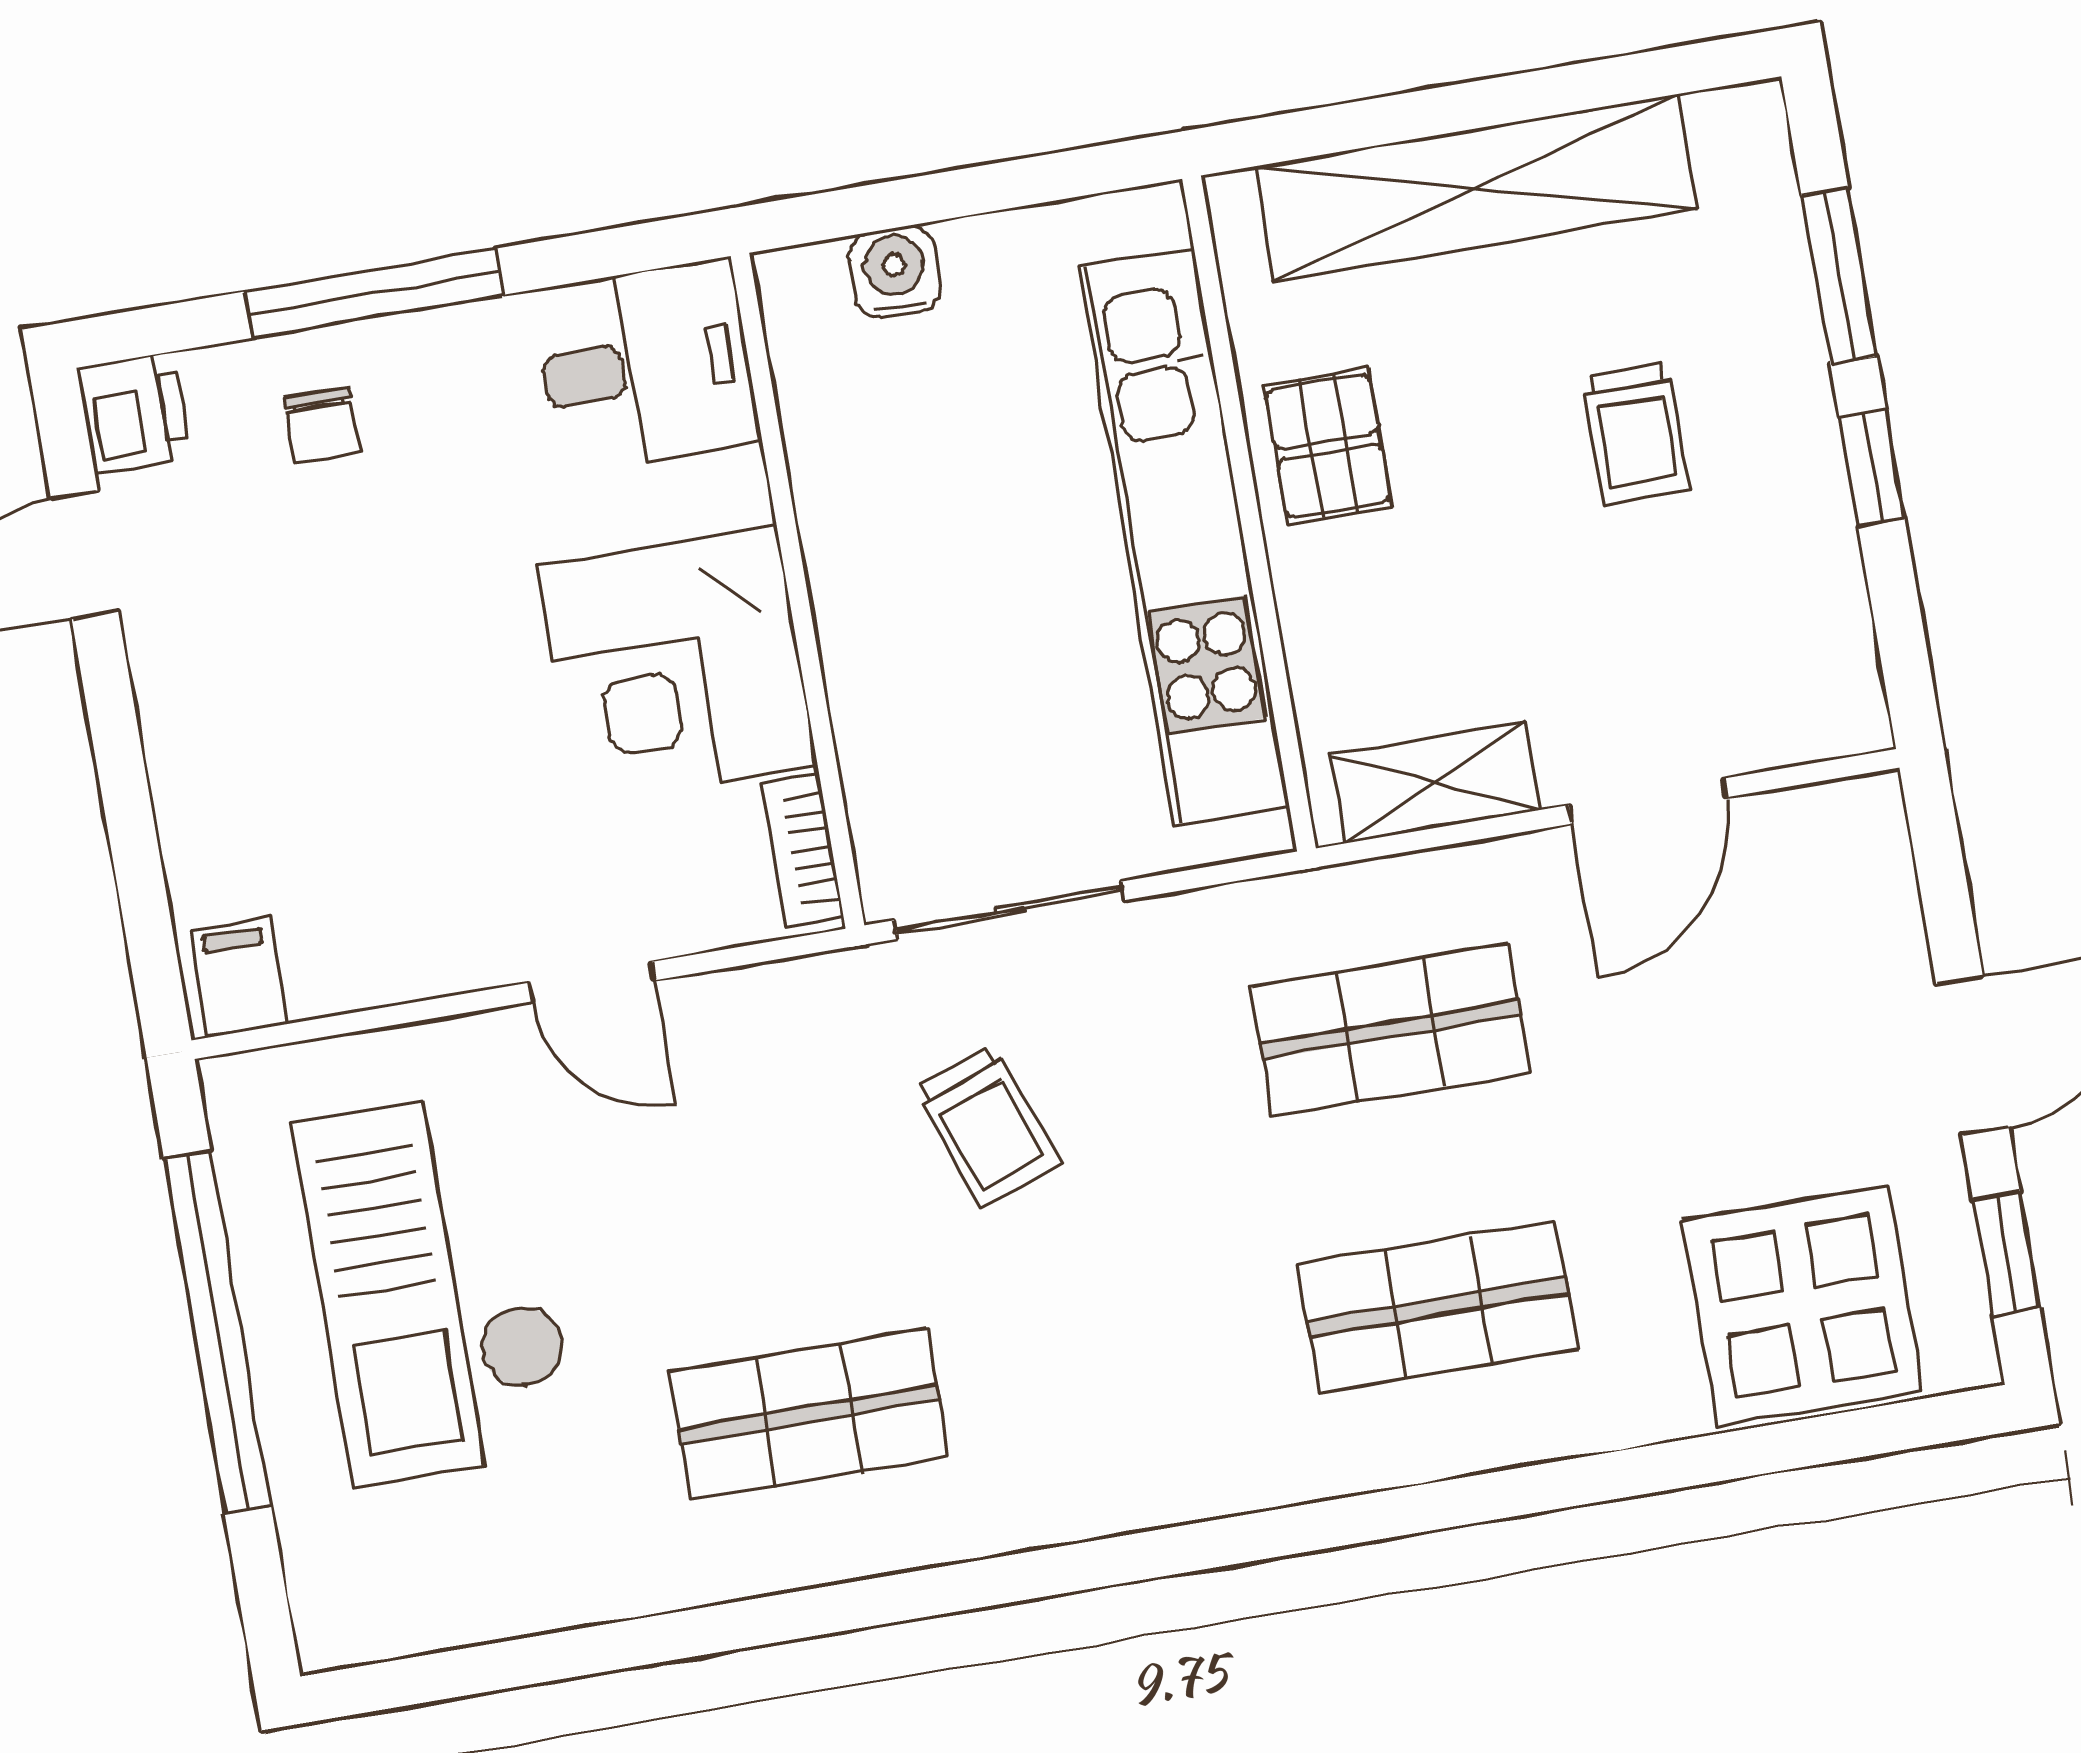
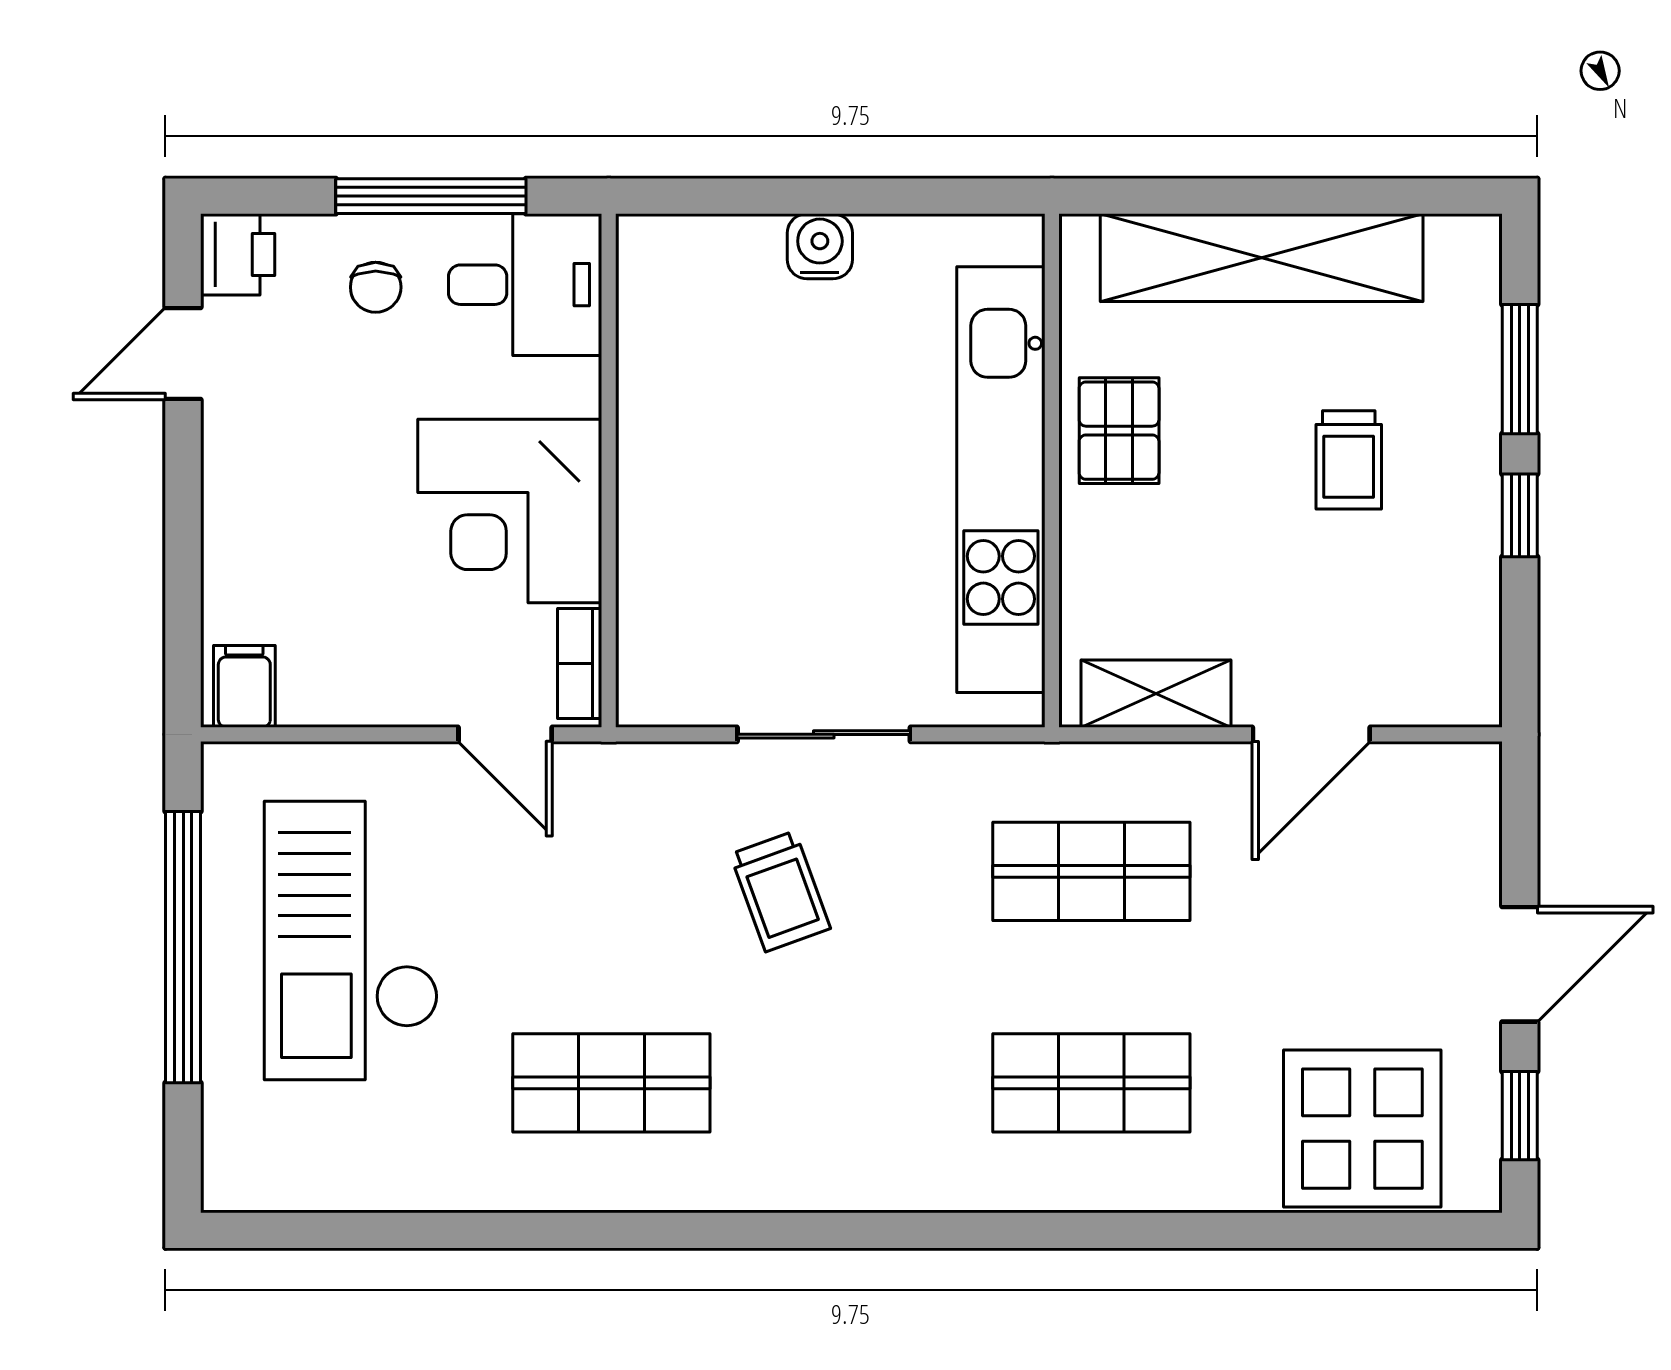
desk: (646, 366) -> (525, 285), moved
wall: (797, 591) -> (609, 471), moved
corner desk: (677, 666) -> (510, 511), moved
bookcase: (803, 850) -> (580, 664), moved

